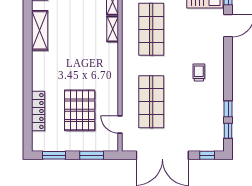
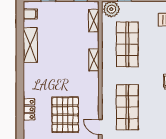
shelving: (113, 29) -> (94, 60), moved
locker: (38, 111) -> (29, 109), width x0.66

